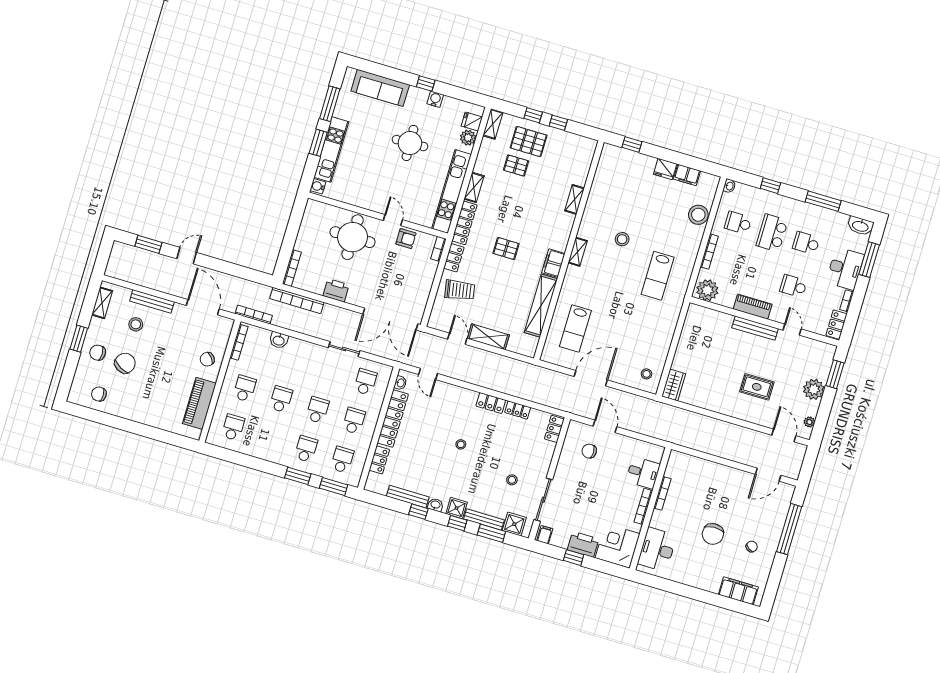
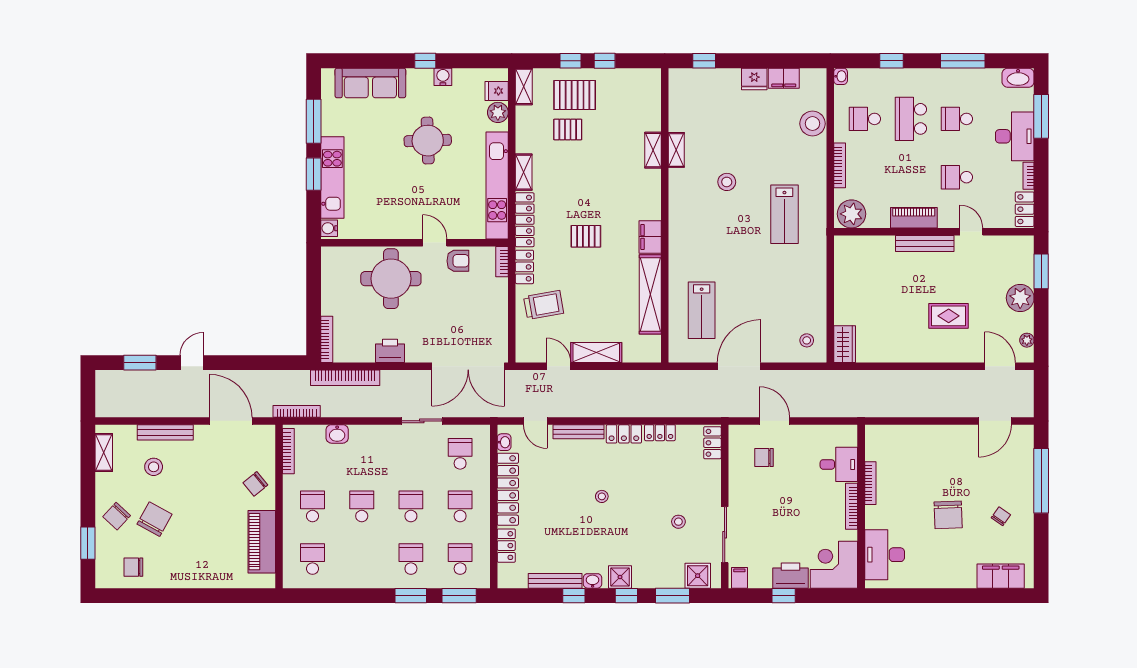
shelving: (578, 252) -> (676, 150), moved
window: (79, 339) -> (88, 543), moved
chair: (98, 353) -> (117, 516), turned -47
bench: (484, 519) -> (579, 432), moved

